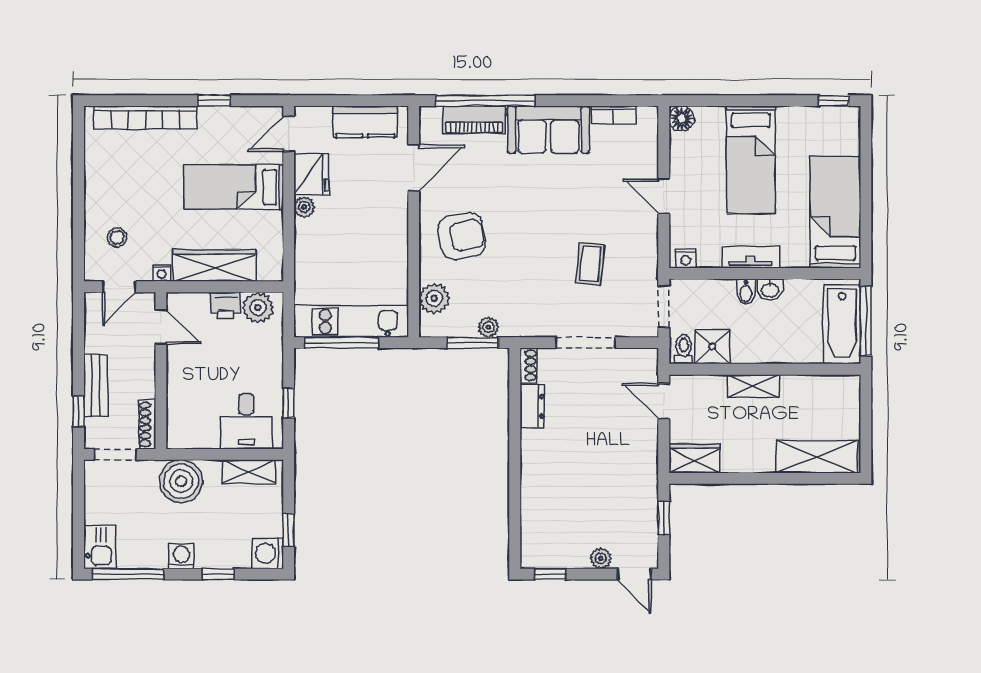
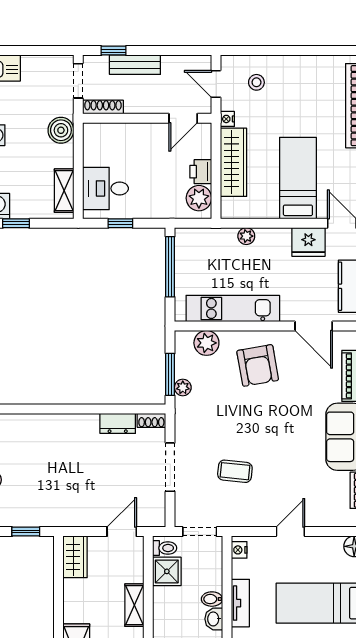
plant: (304, 207) -> (246, 236), moved
kitchen unit: (351, 321) -> (233, 308), moved, turned -90
boiler: (181, 481) -> (61, 130), width x0.73, depth x0.73

